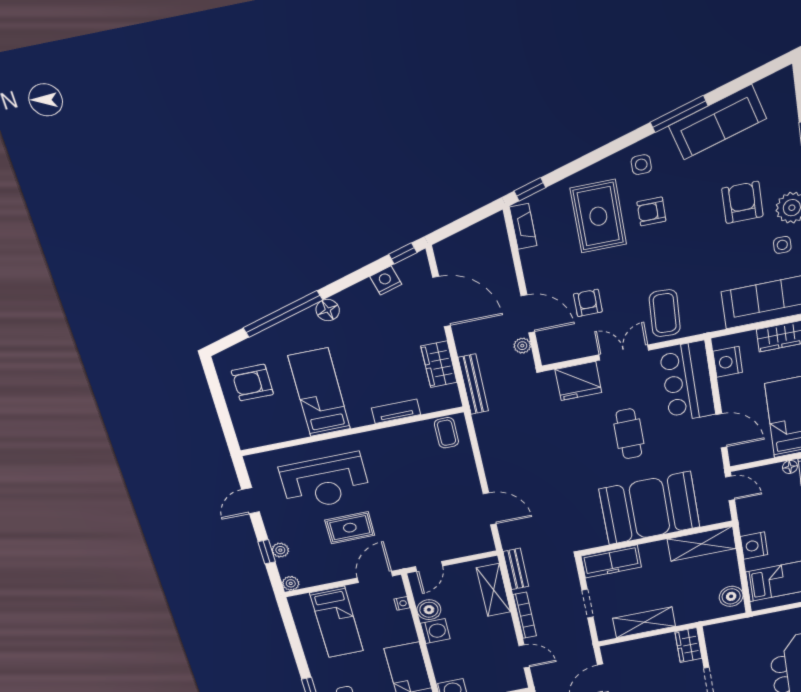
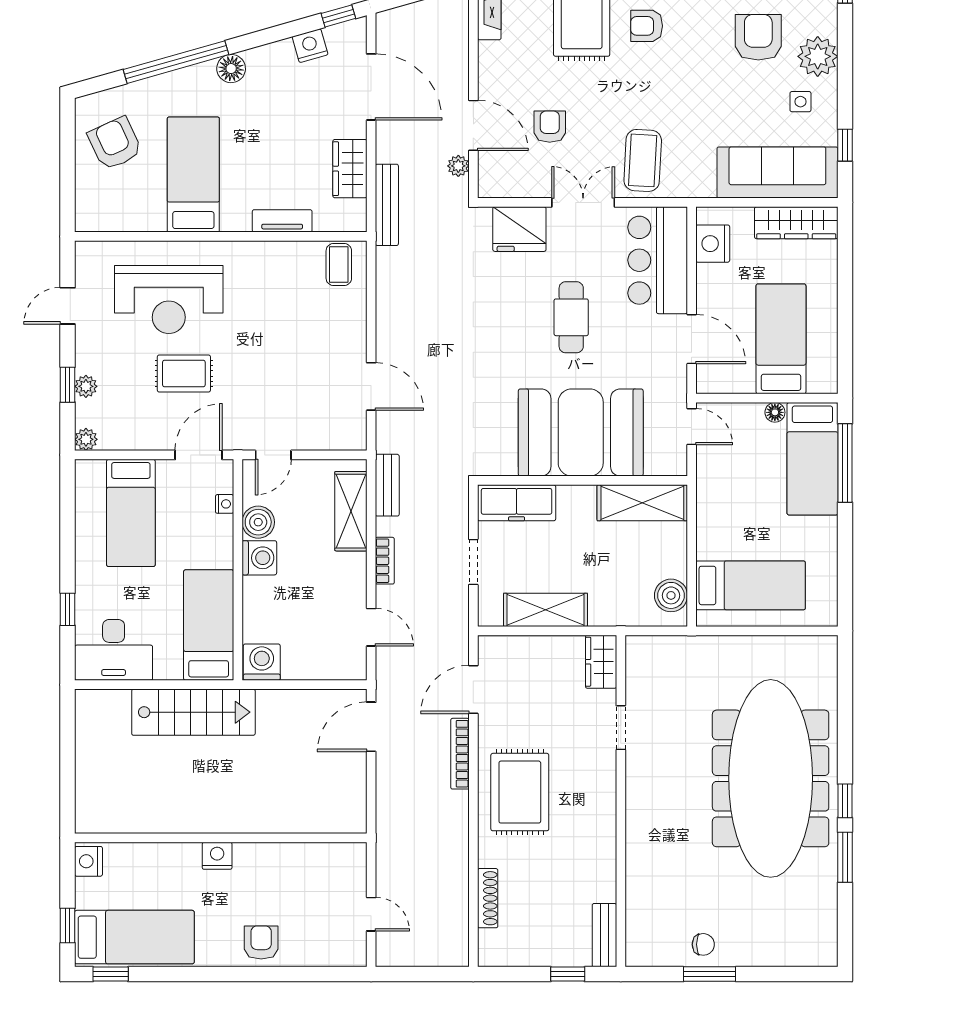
armchair: (252, 383) -> (115, 143), turned 65
nightstand: (754, 546) -> (713, 522), removed
bookcase: (525, 615) -> (385, 561), width x0.64

